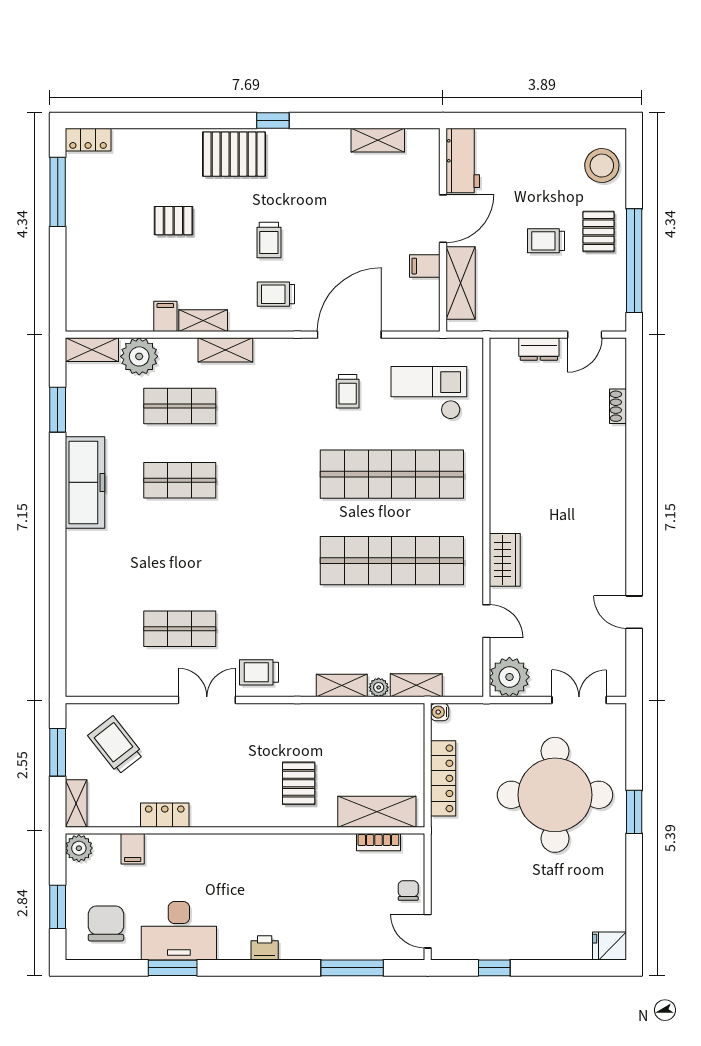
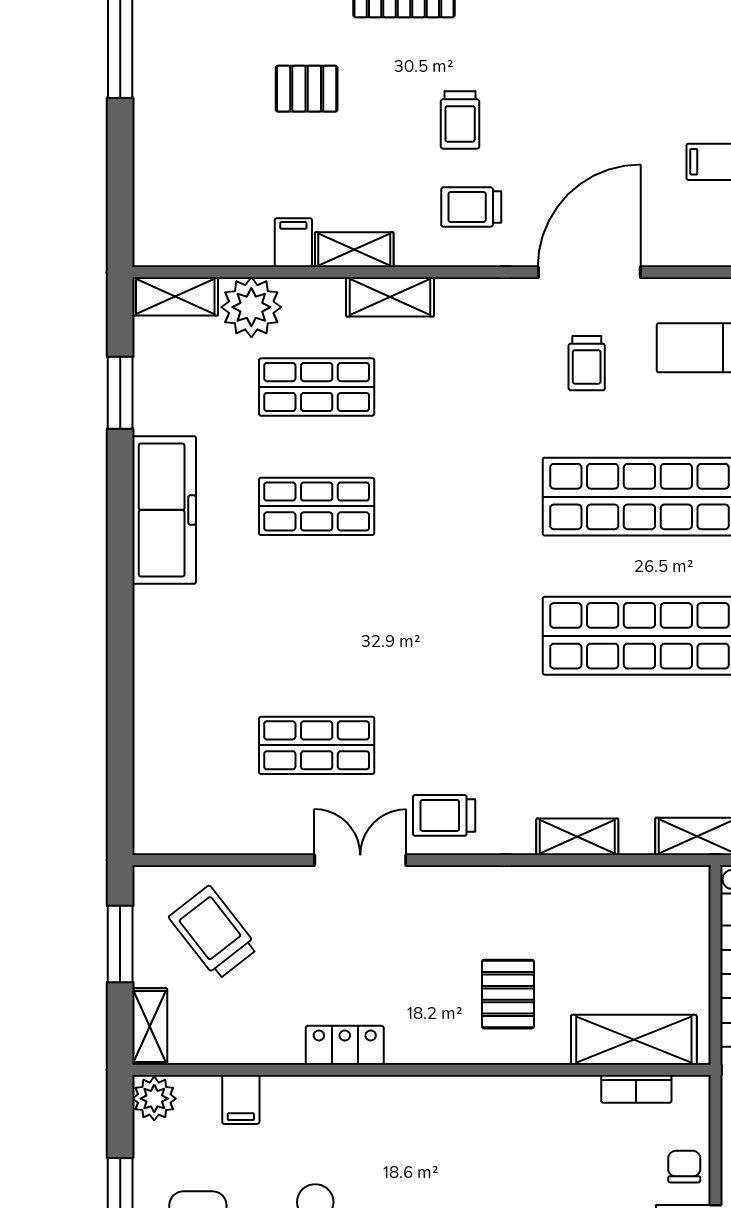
plant: (379, 687) -> (637, 840), removed
locker: (165, 815) -> (345, 1045), moved

